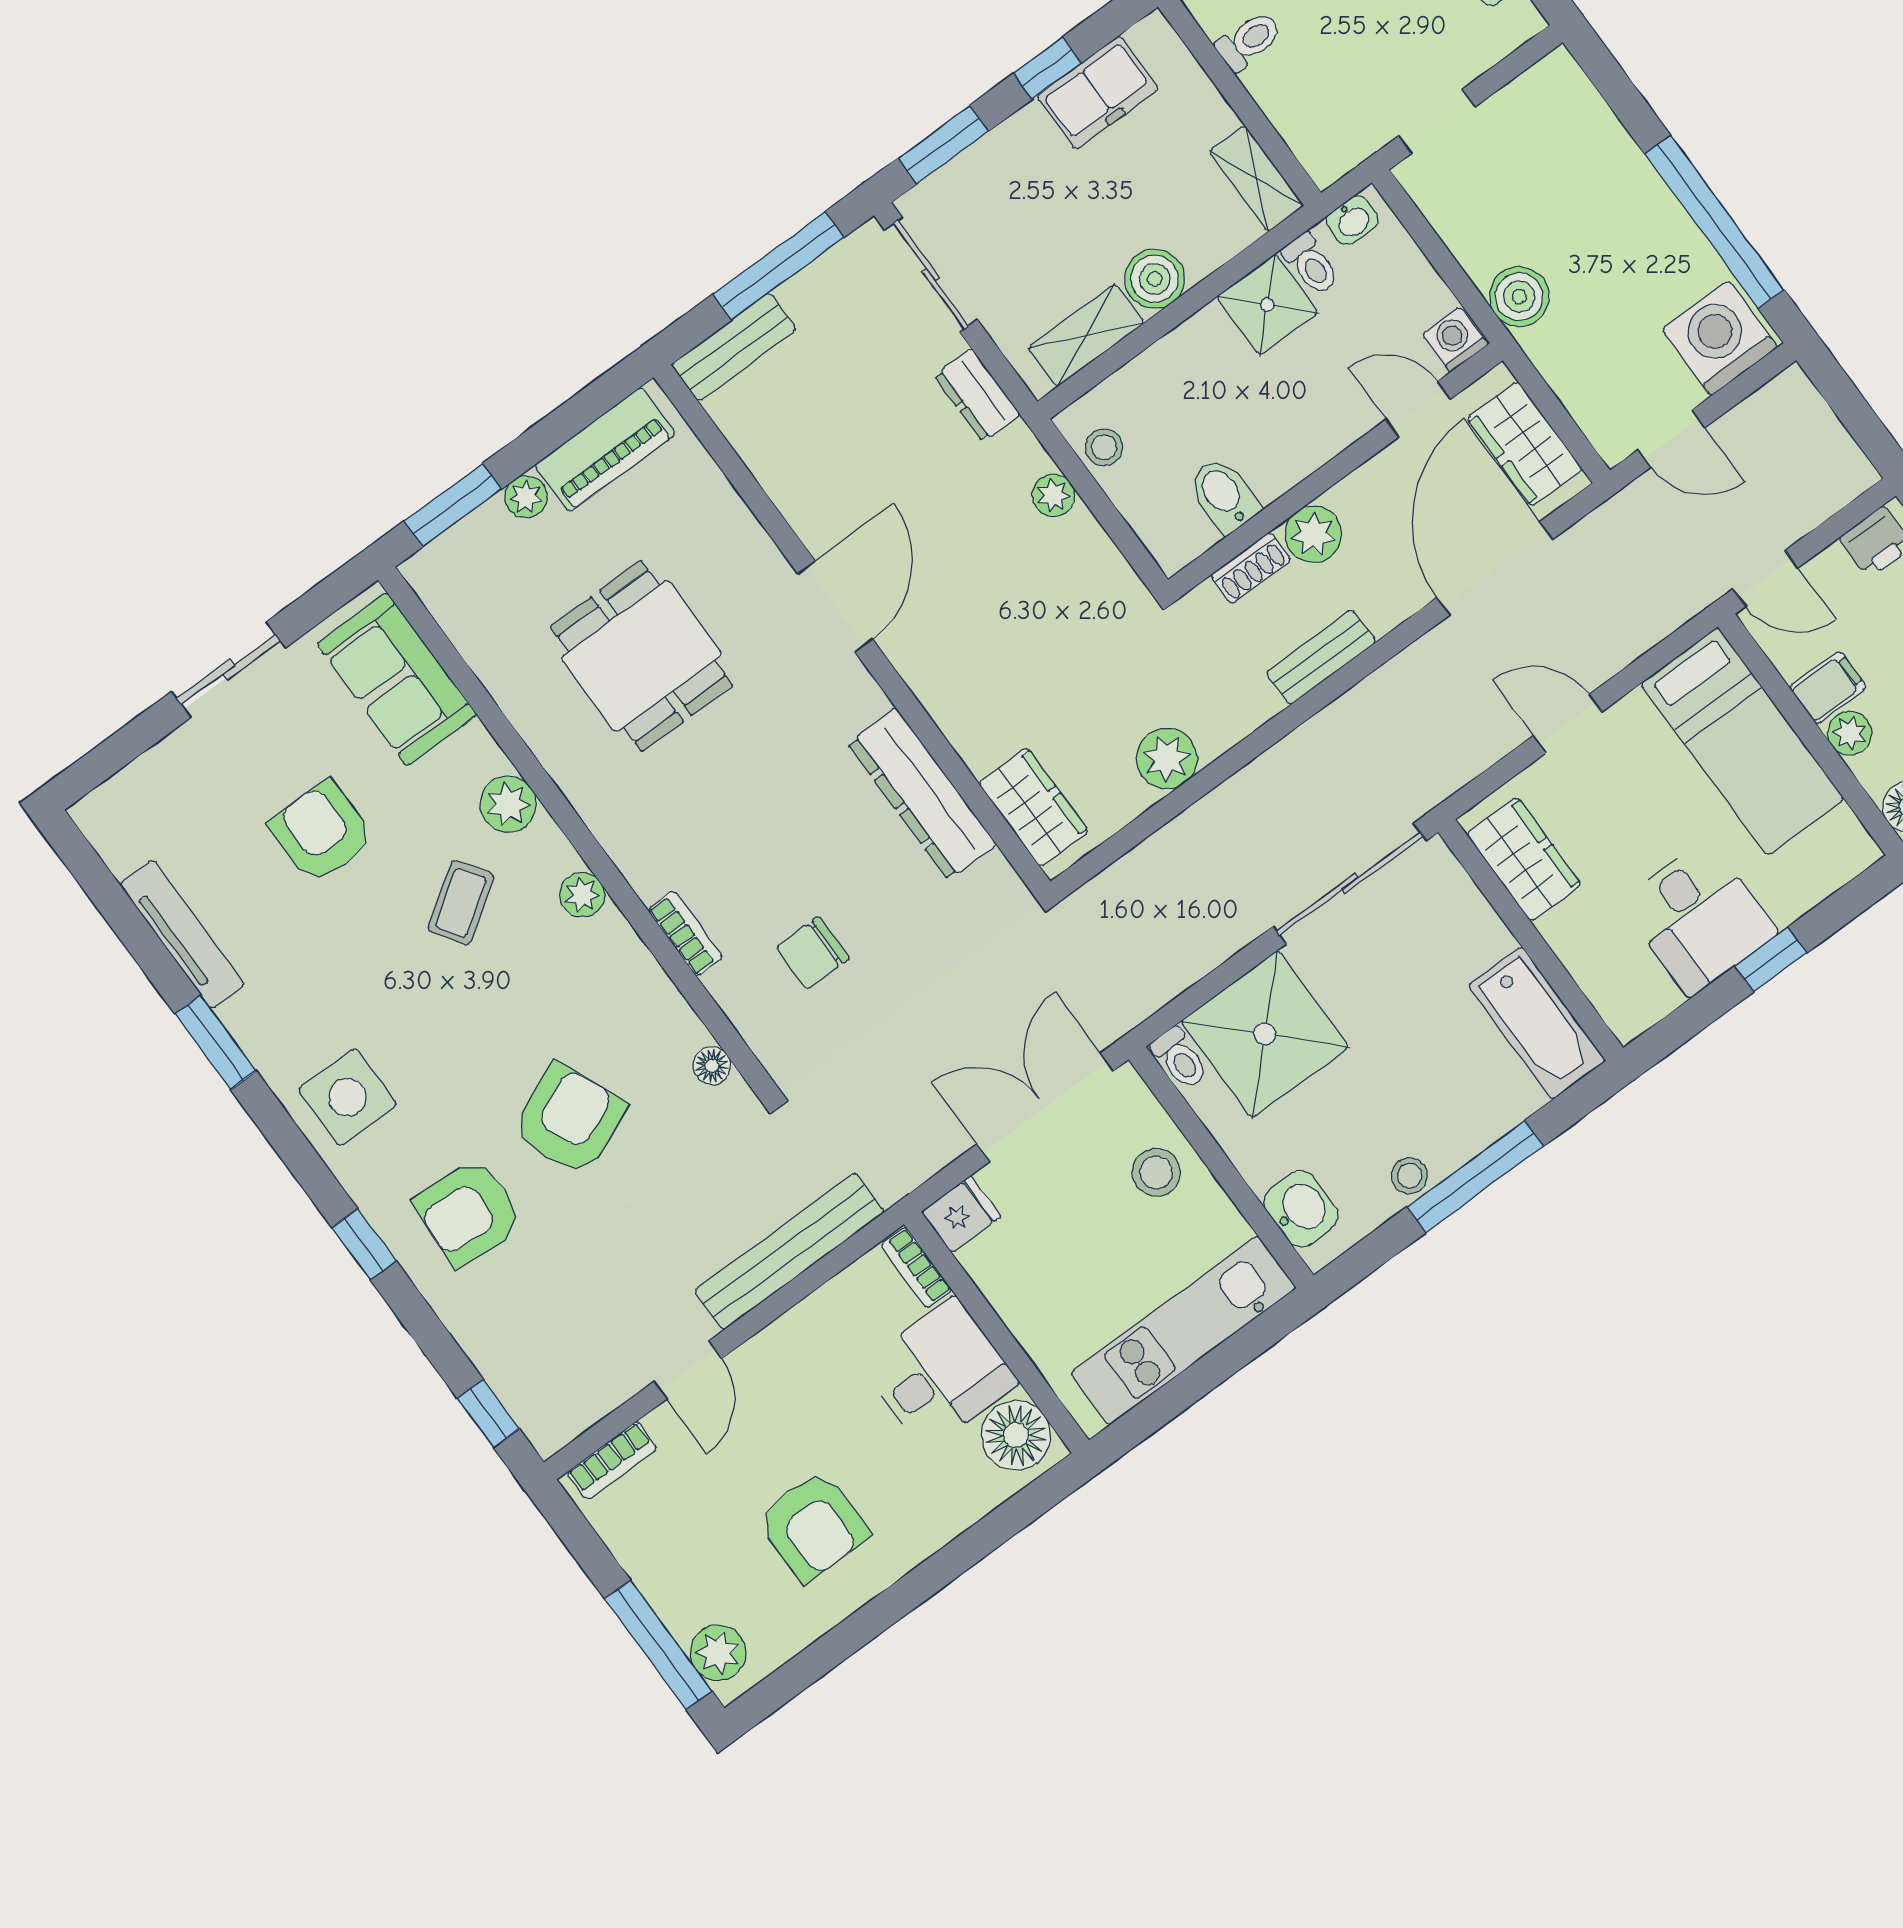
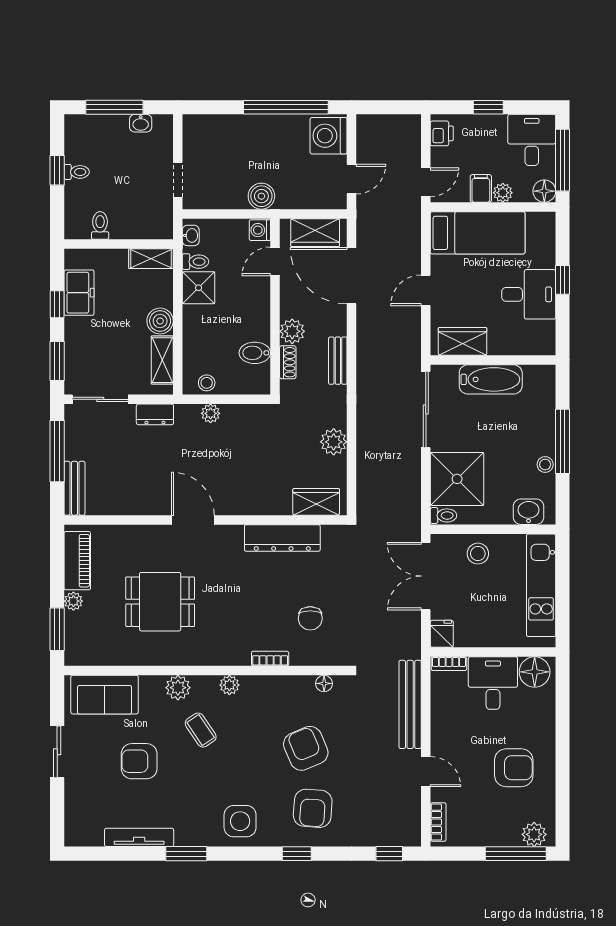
bathtub: (1537, 1023) -> (491, 379), moved

